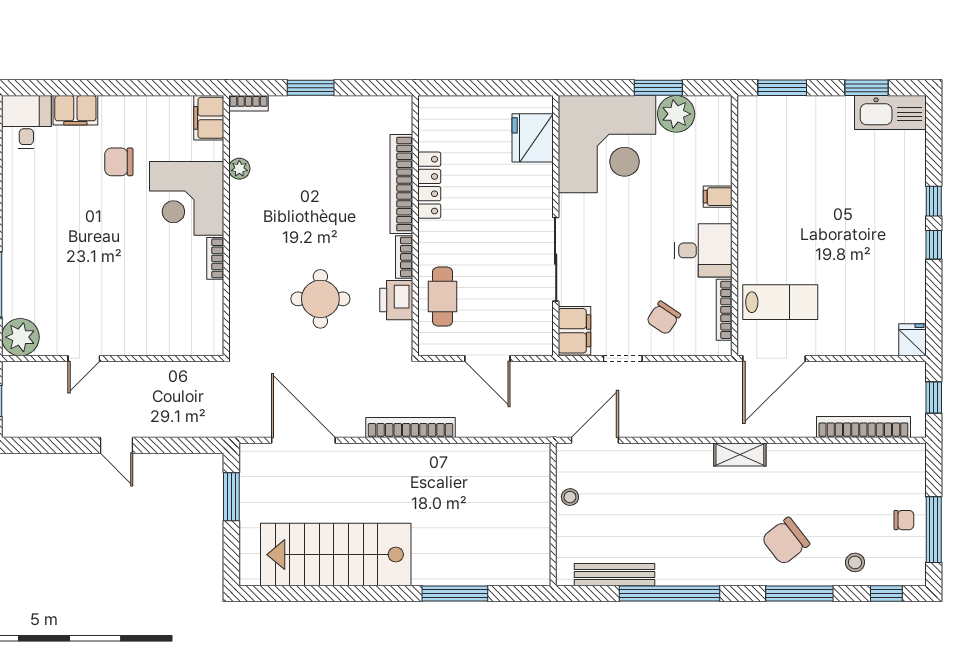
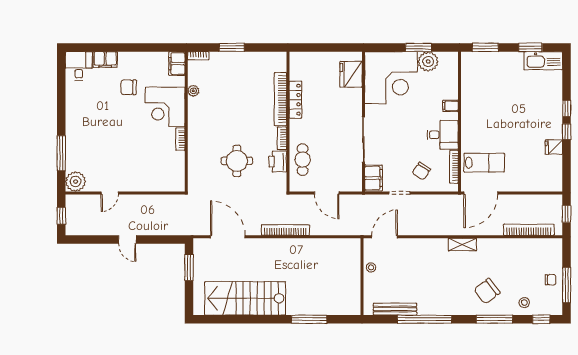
fridge: (913, 340) -> (554, 147), moved, turned -90

